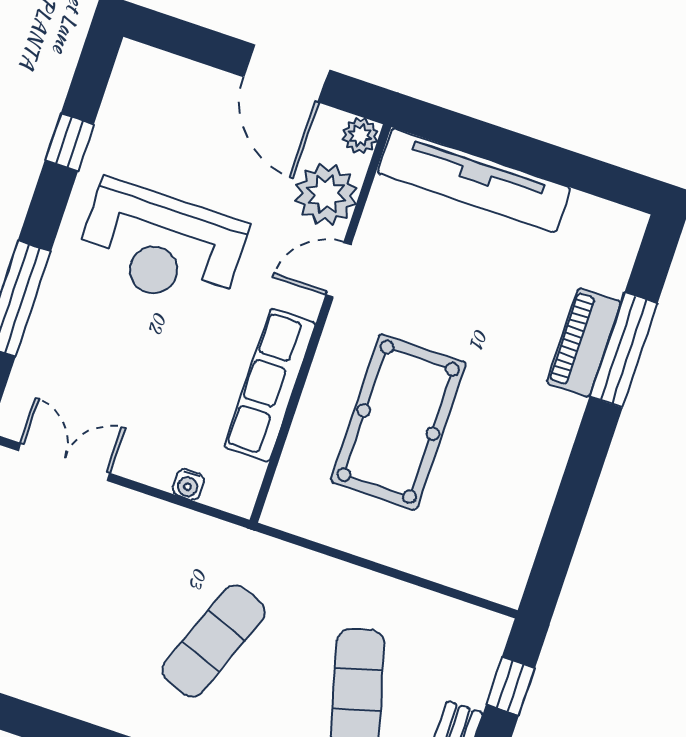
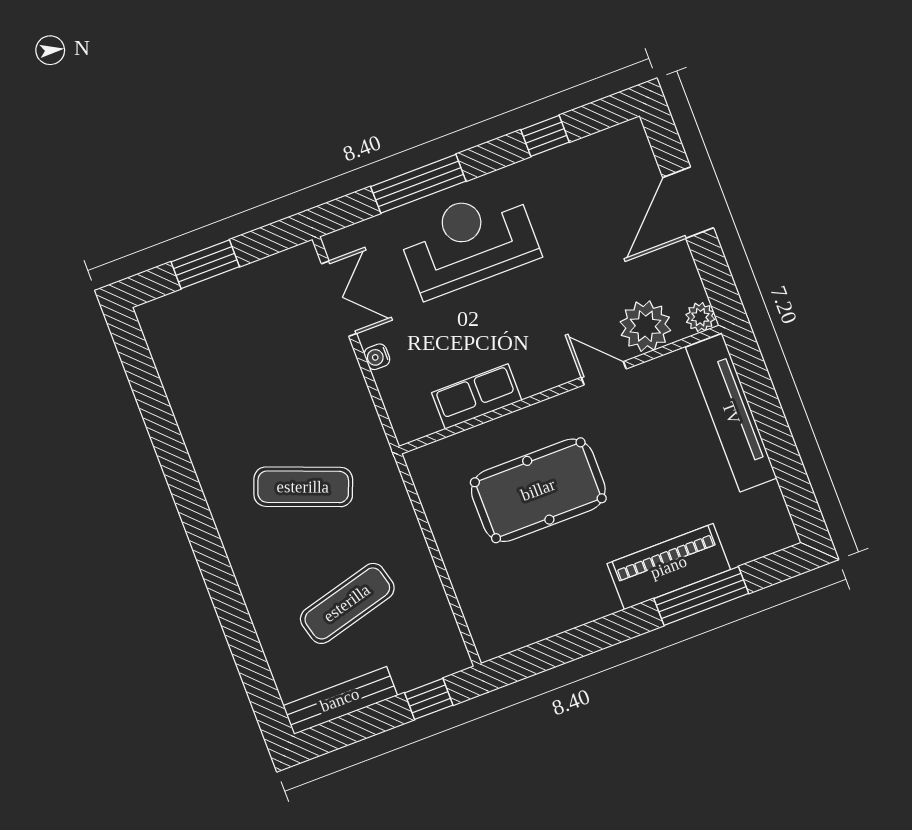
door: (286, 73) -> (688, 203), moved
reception desk: (162, 246) -> (469, 242), moved, turned 90
piano: (584, 343) -> (669, 567), width x1.37, depth x1.33
row of seats: (270, 385) -> (477, 397), width x0.68
water cooler: (188, 485) -> (377, 357), moved

